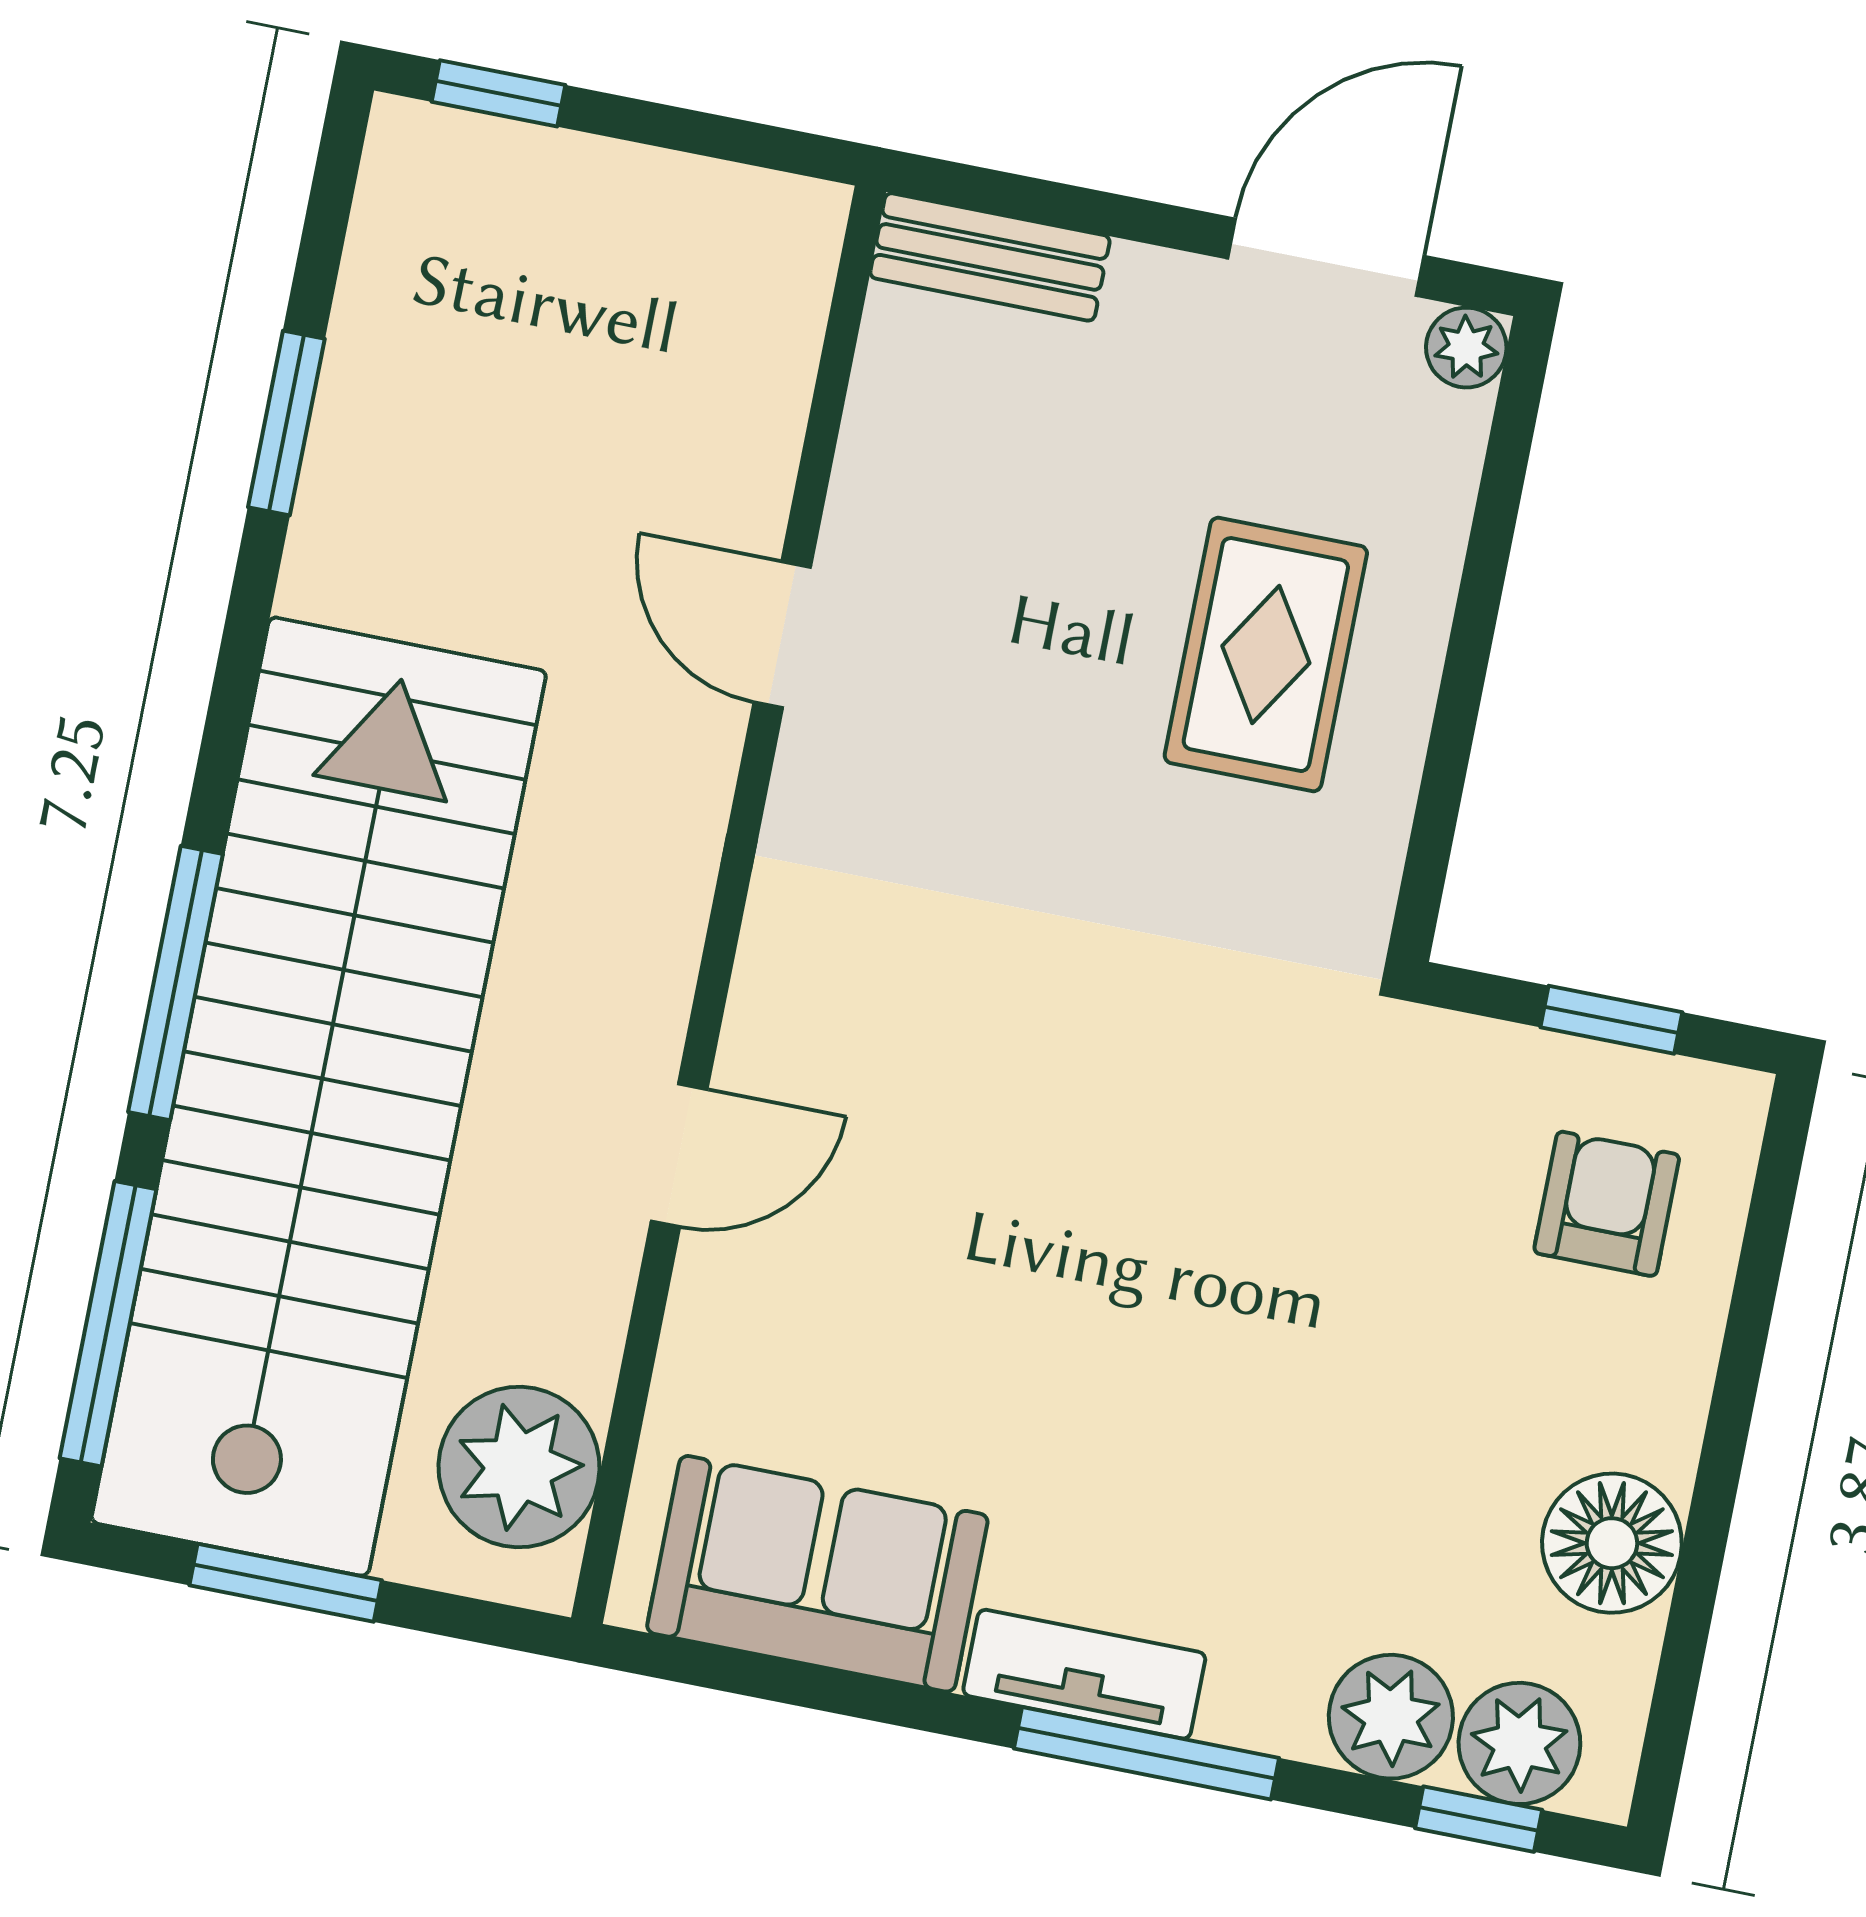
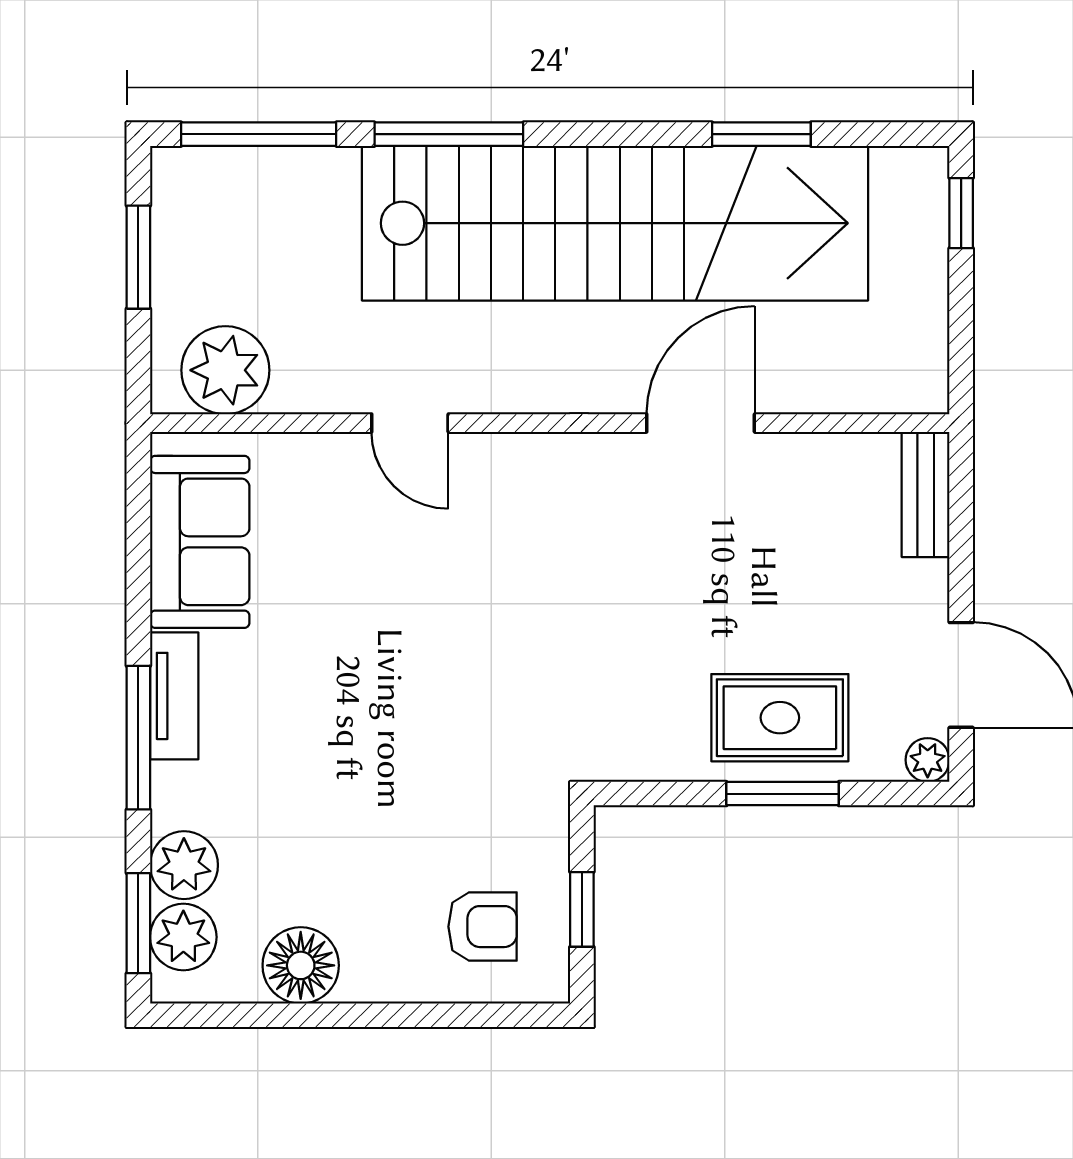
window: (1475, 619) -> (783, 794), added
door: (782, 635) -> (701, 423), width x1.38
rug: (1266, 655) -> (780, 718), moved
stairs: (319, 1097) -> (615, 223), moved
window: (1479, 1819) -> (138, 923), width x1.50

